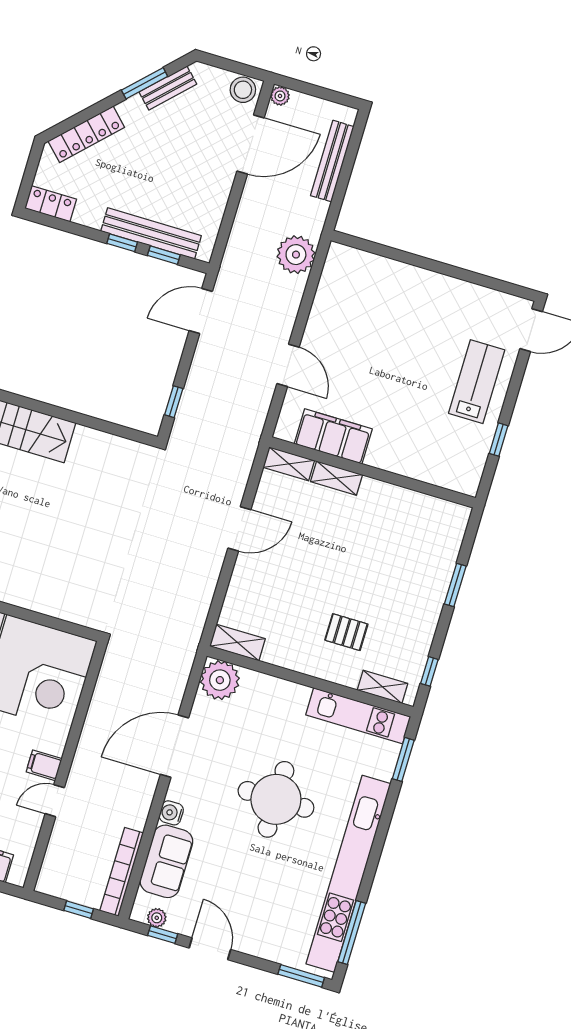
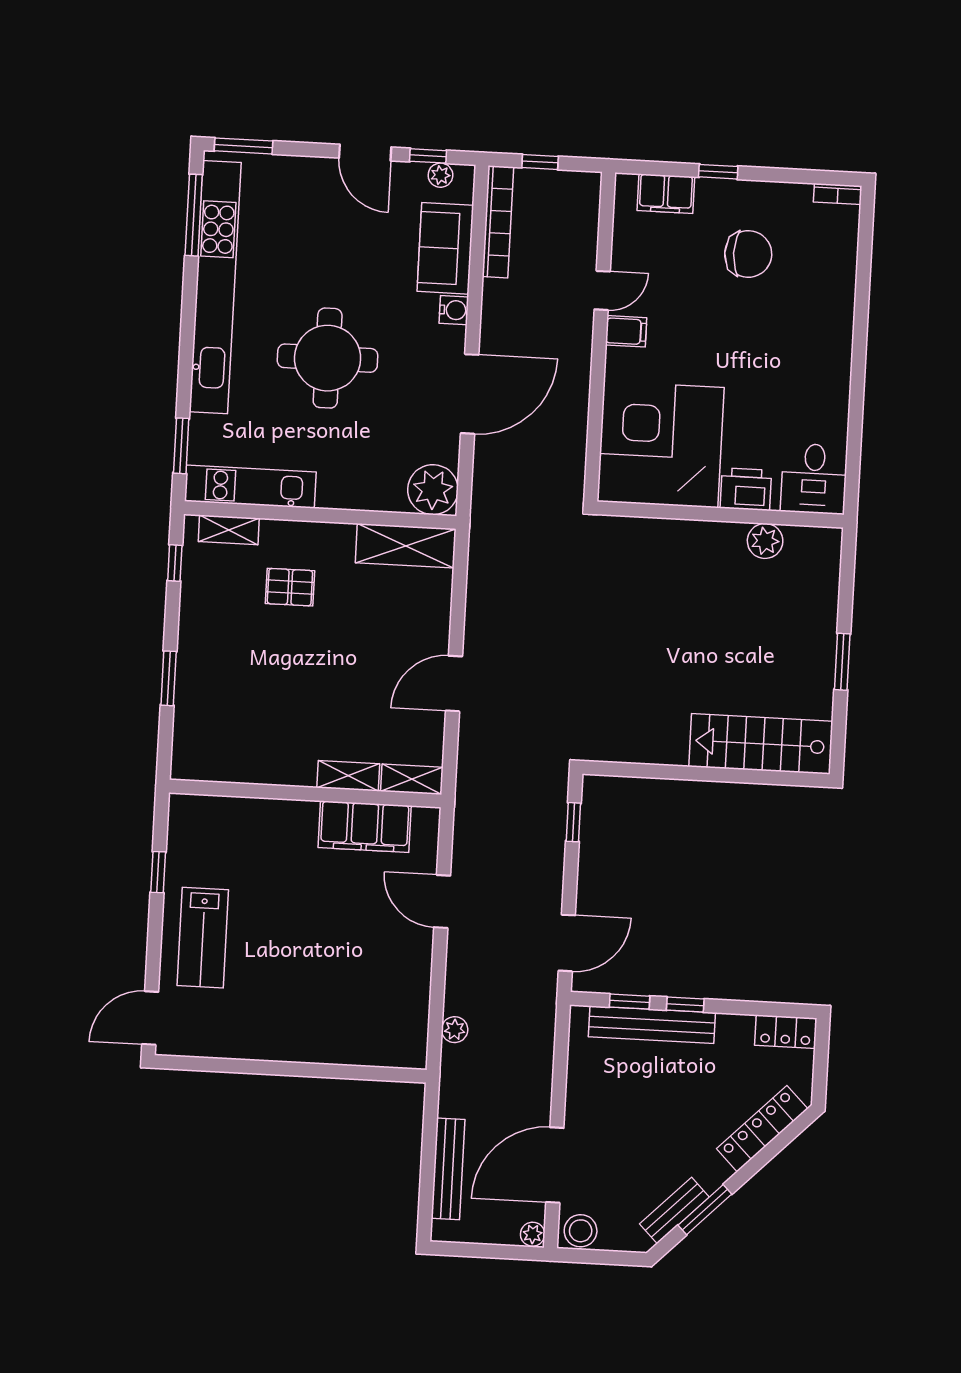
plant: (296, 255) -> (455, 1030), width x0.53, depth x0.53
shelving: (237, 642) -> (406, 546), width x1.50, depth x1.33

